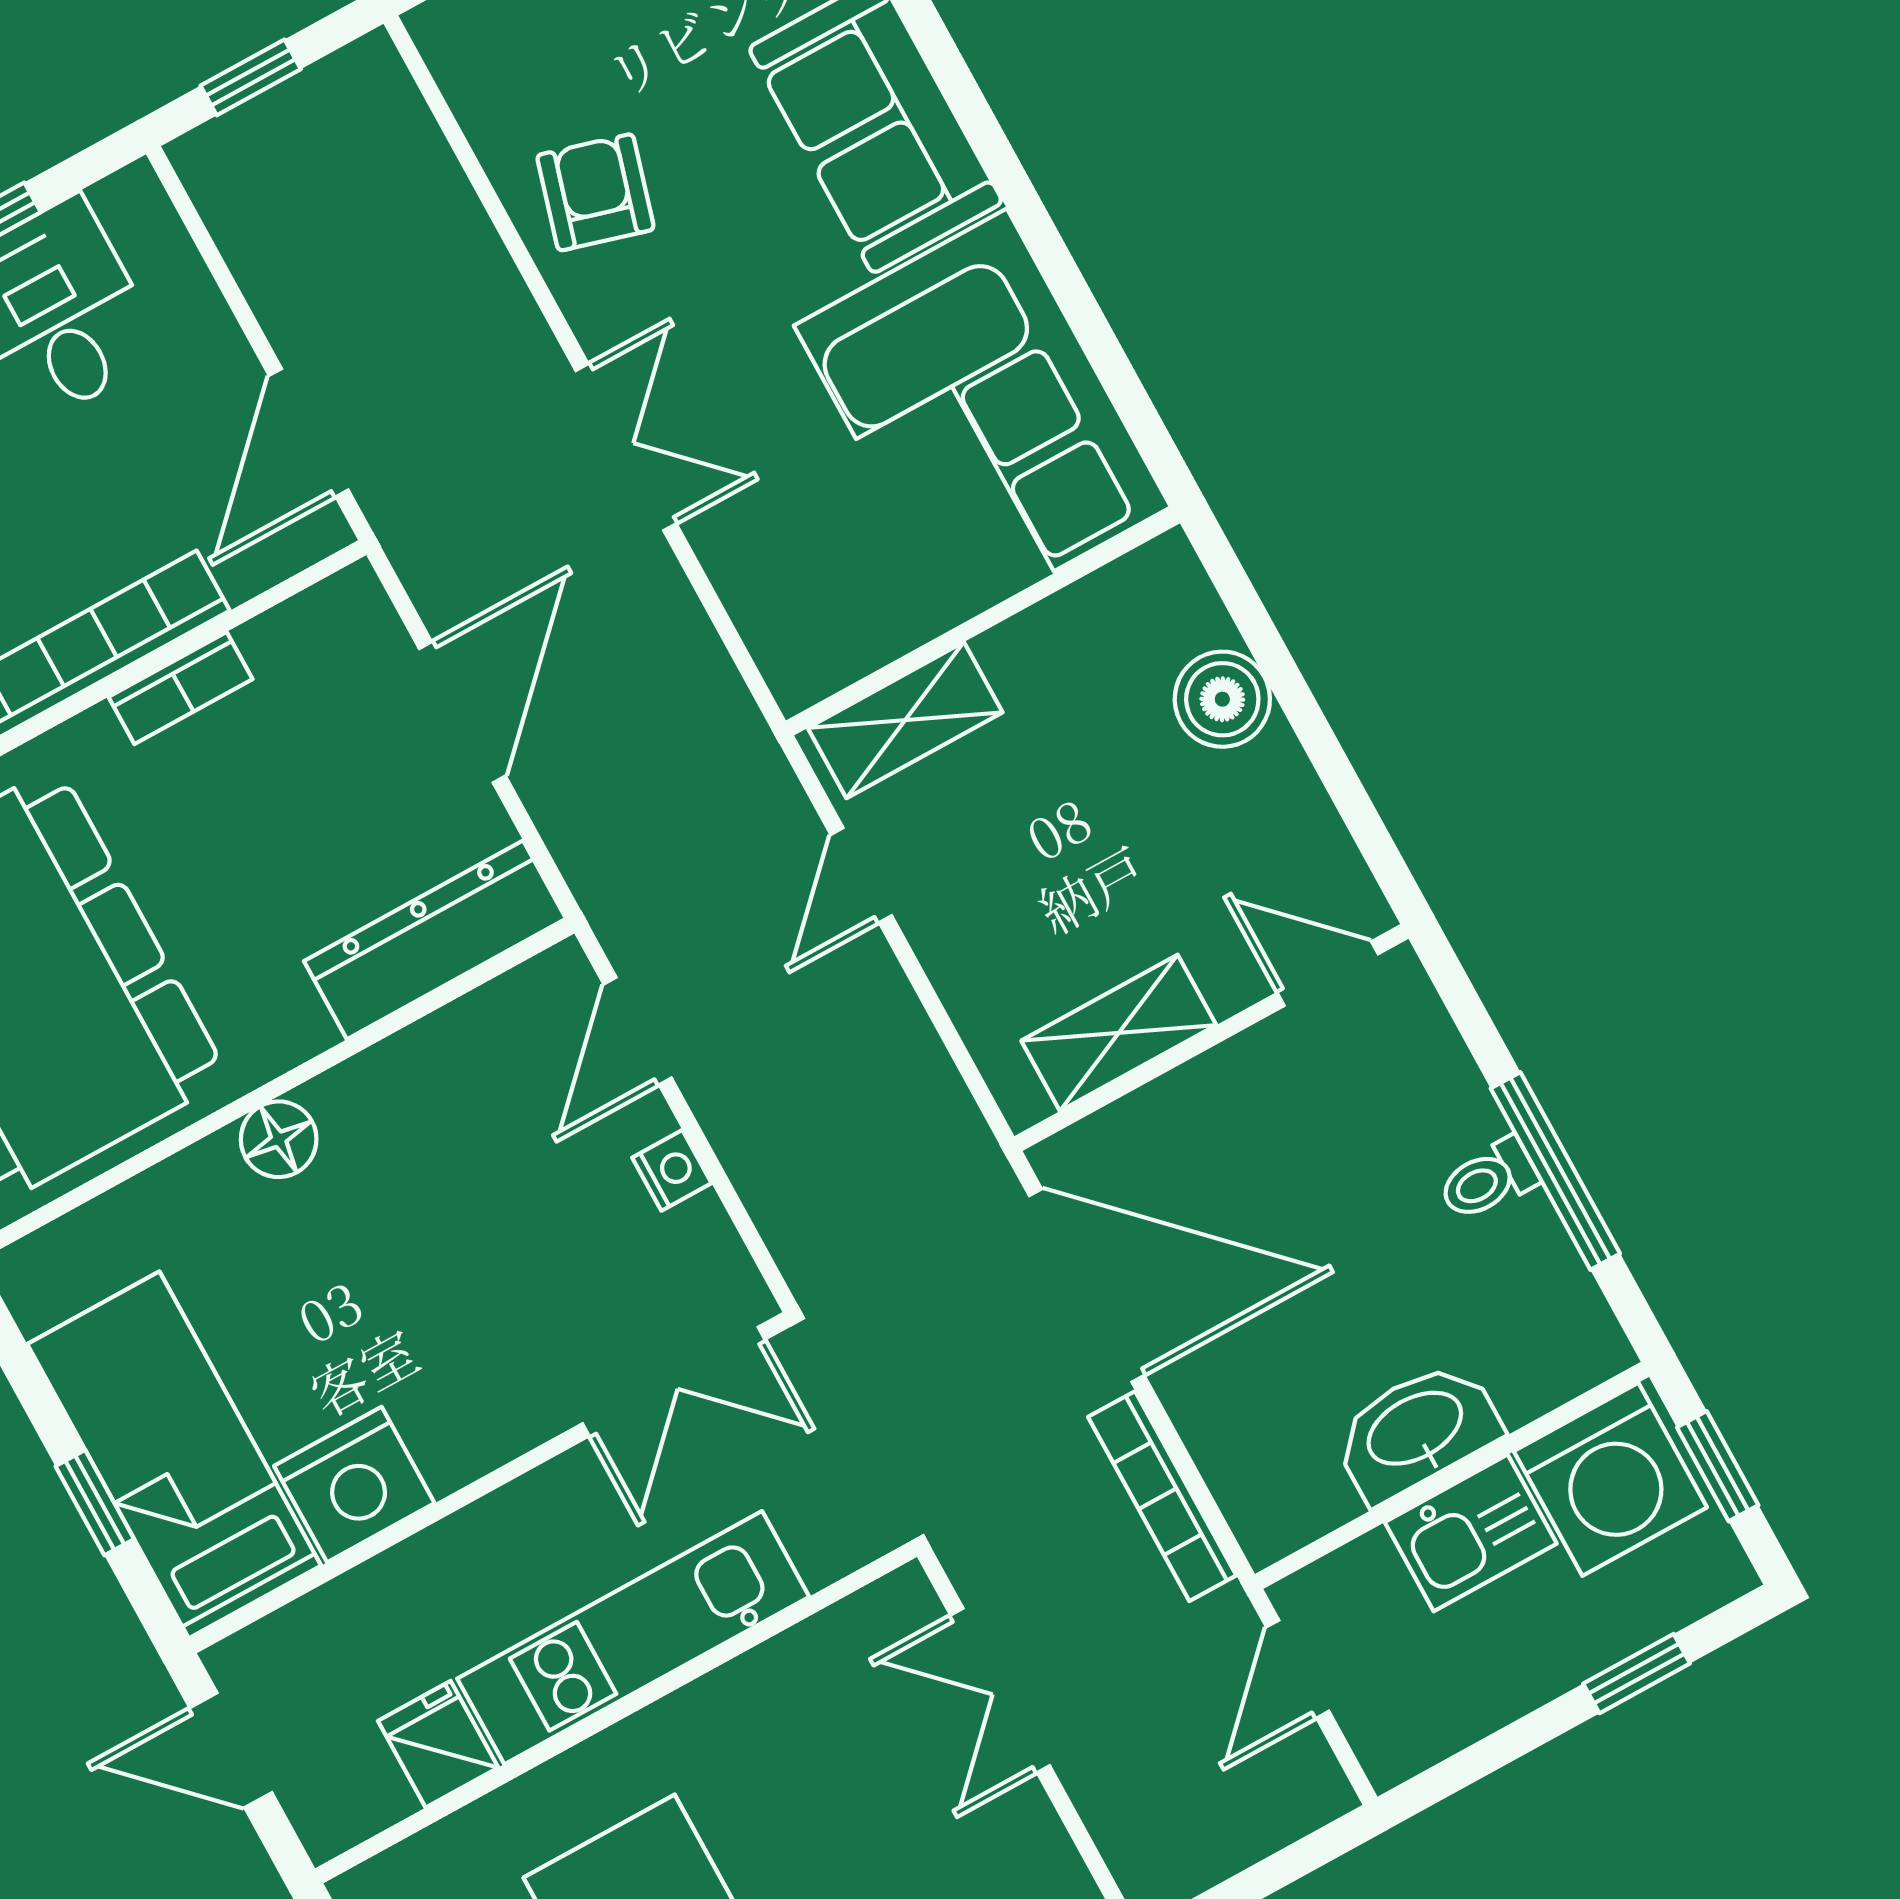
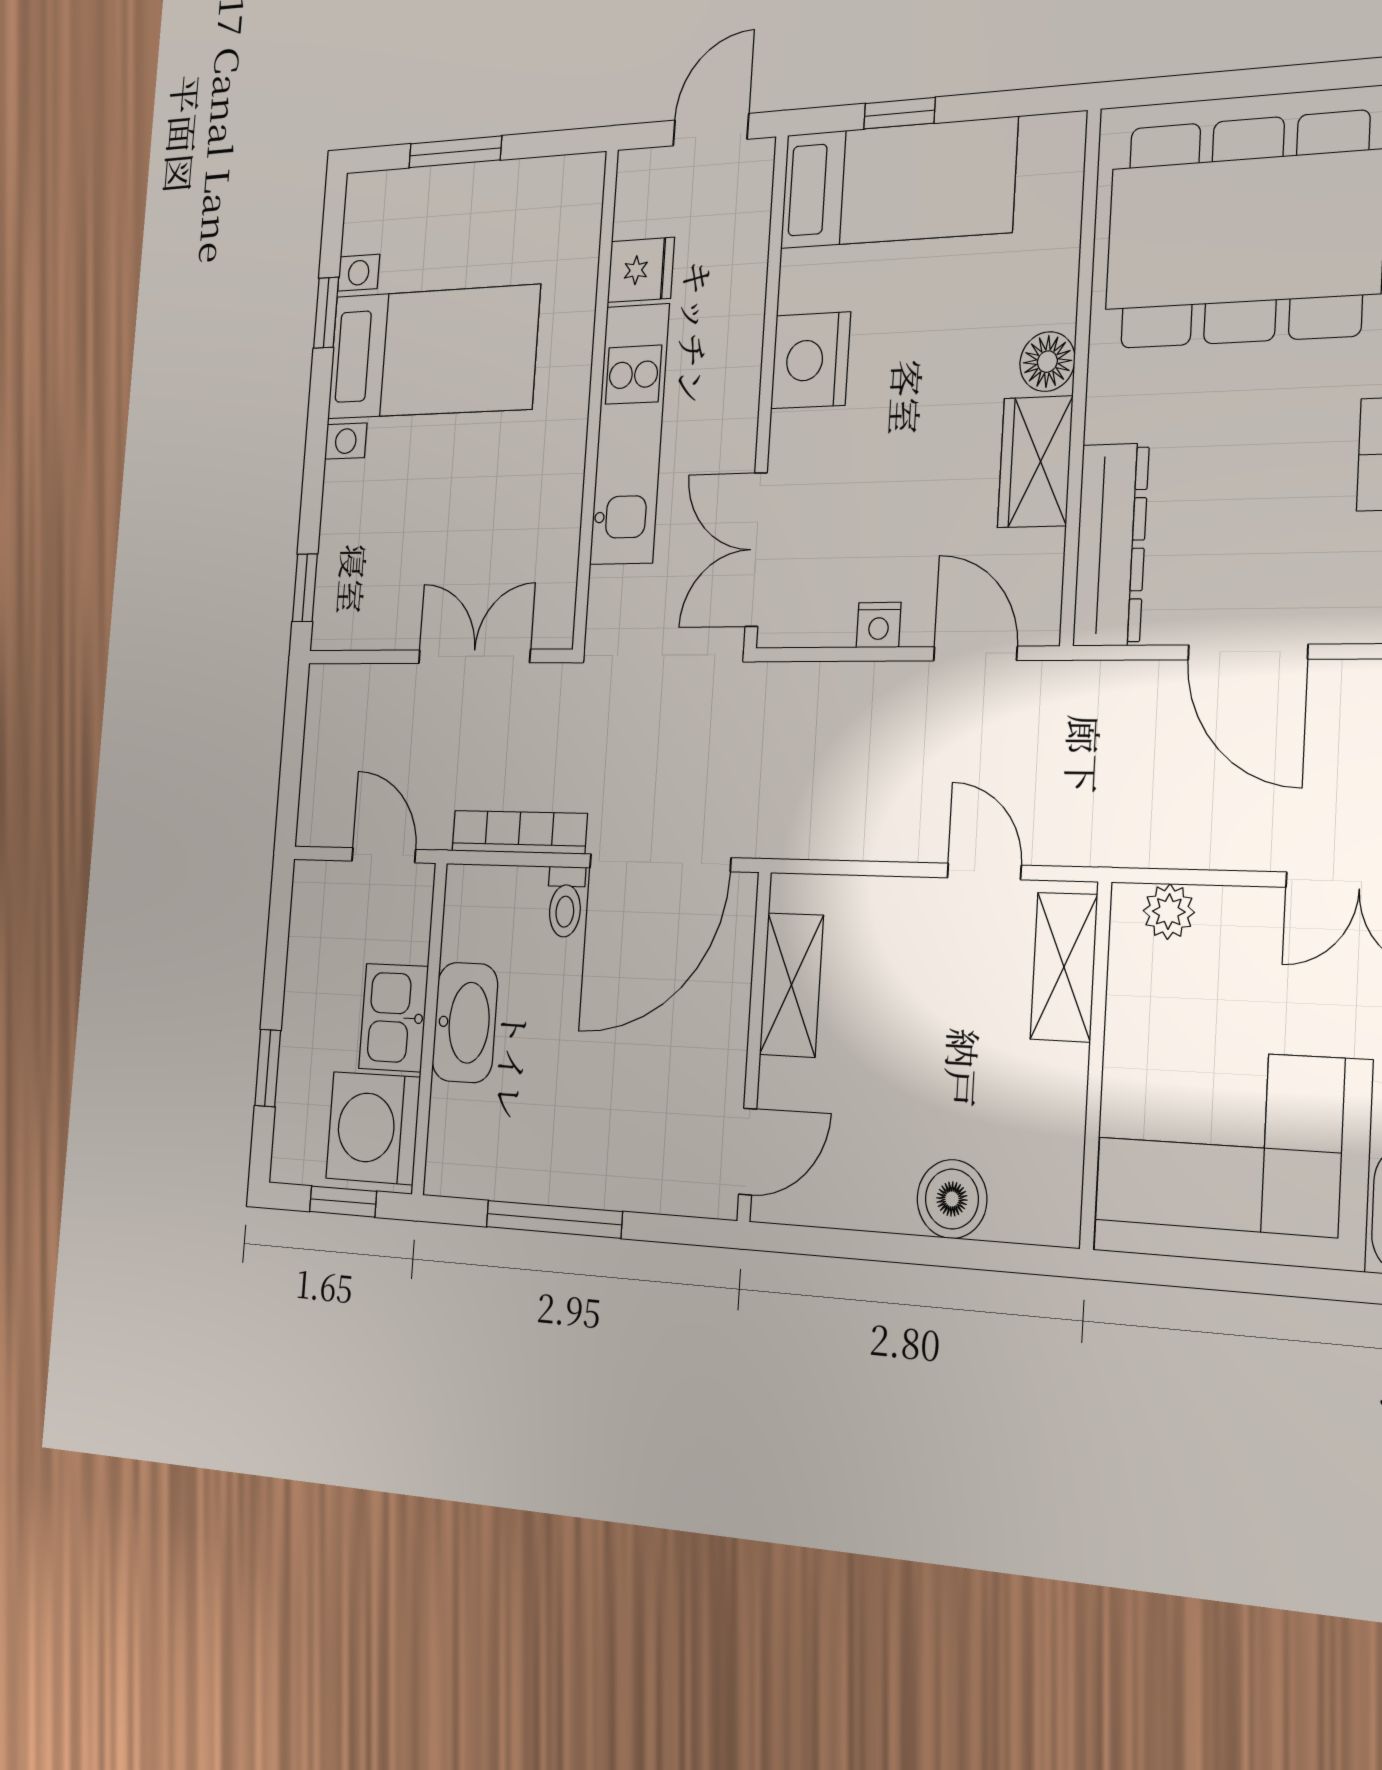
plant: (778, 637) -> (1169, 912), added
wardrobe: (394, 1087) -> (1035, 462), added
toilet: (1488, 1180) -> (566, 902), moved, turned 180
nightstand: (354, 1485) -> (811, 360), moved

